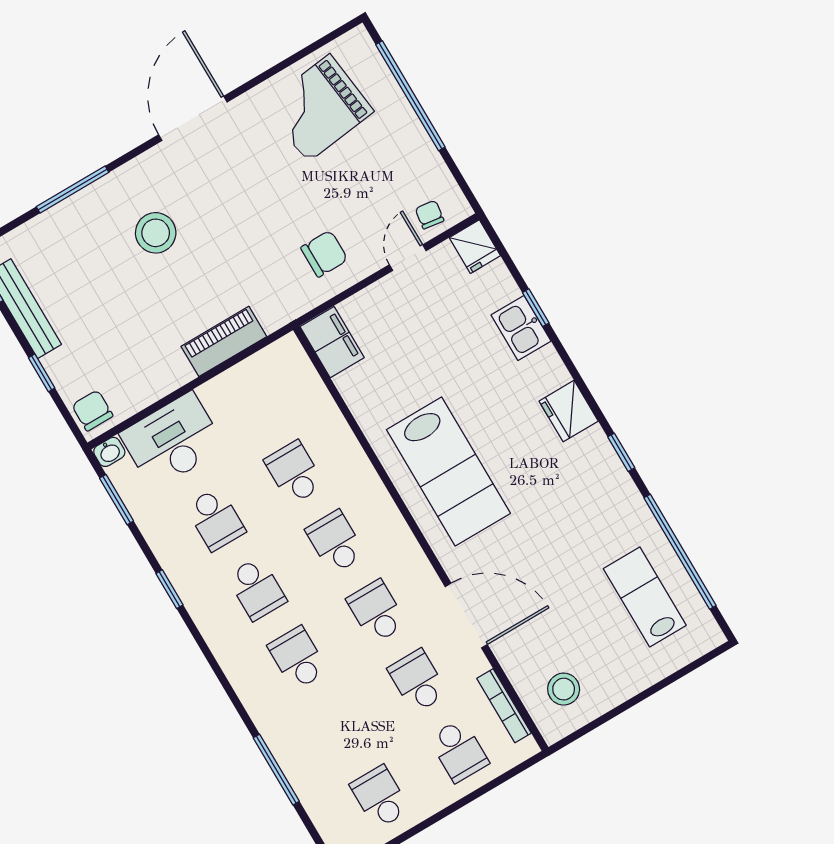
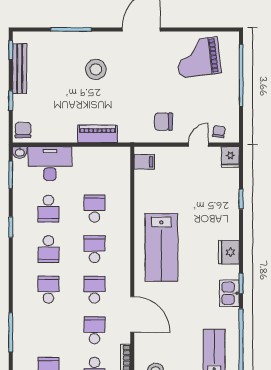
chair: (324, 254) -> (163, 122), turned 180
kitchen sink: (521, 328) -> (229, 293), moved
filing cabinet: (332, 342) -> (144, 162), width x0.50

